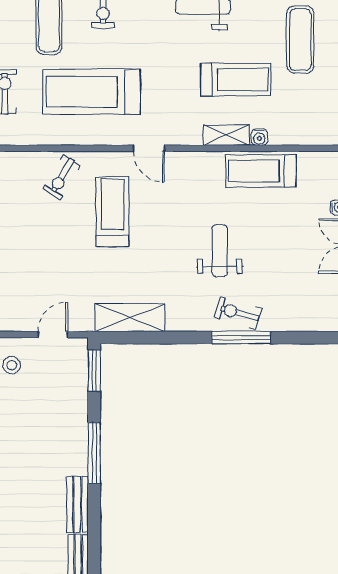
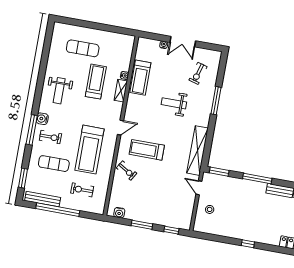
exercise bike: (238, 313) -> (198, 73), moved
shelving: (130, 318) -> (197, 151), width x1.47

